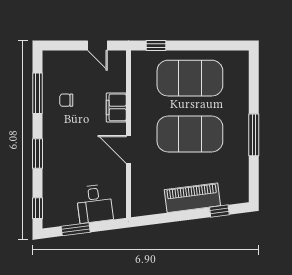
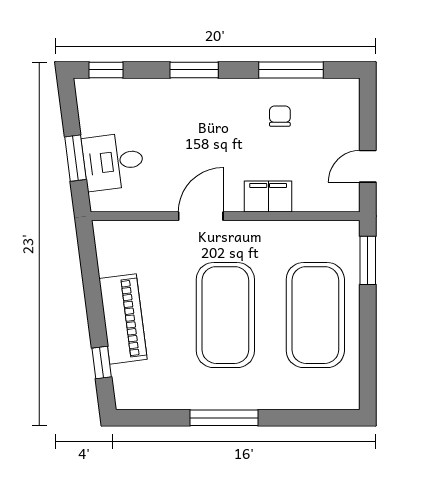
window: (156, 45) -> (368, 260), width x1.50
window: (76, 229) -> (75, 158), moved

